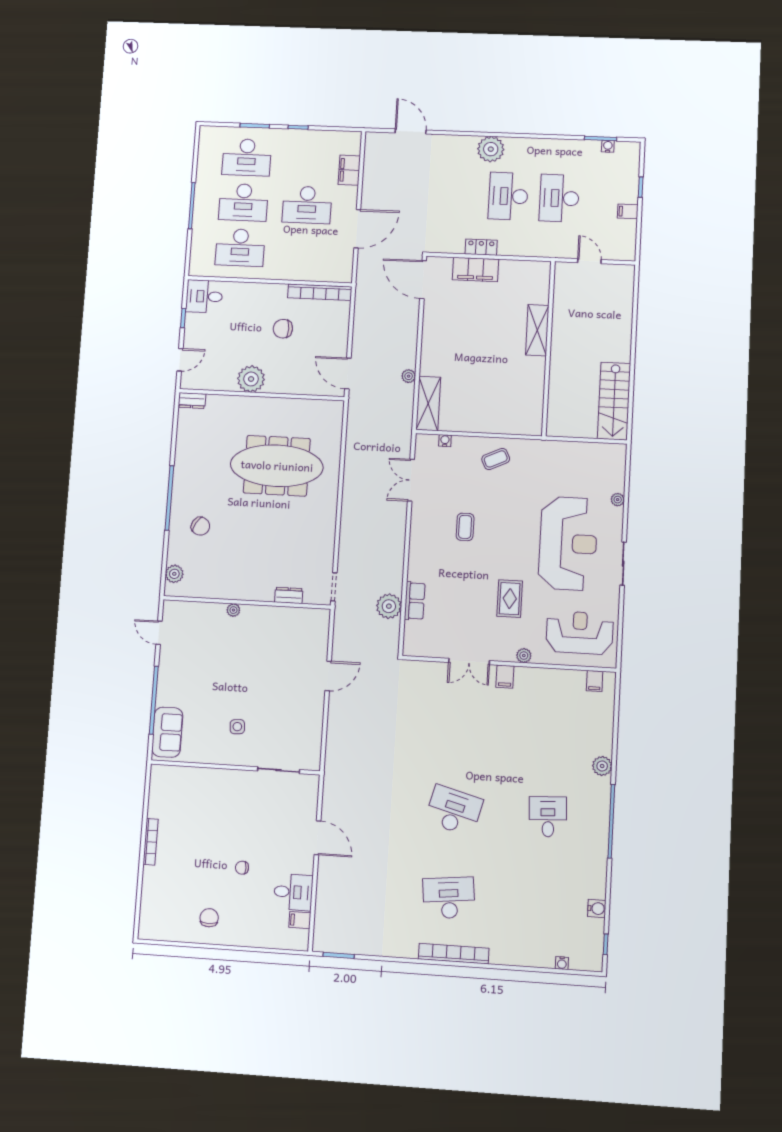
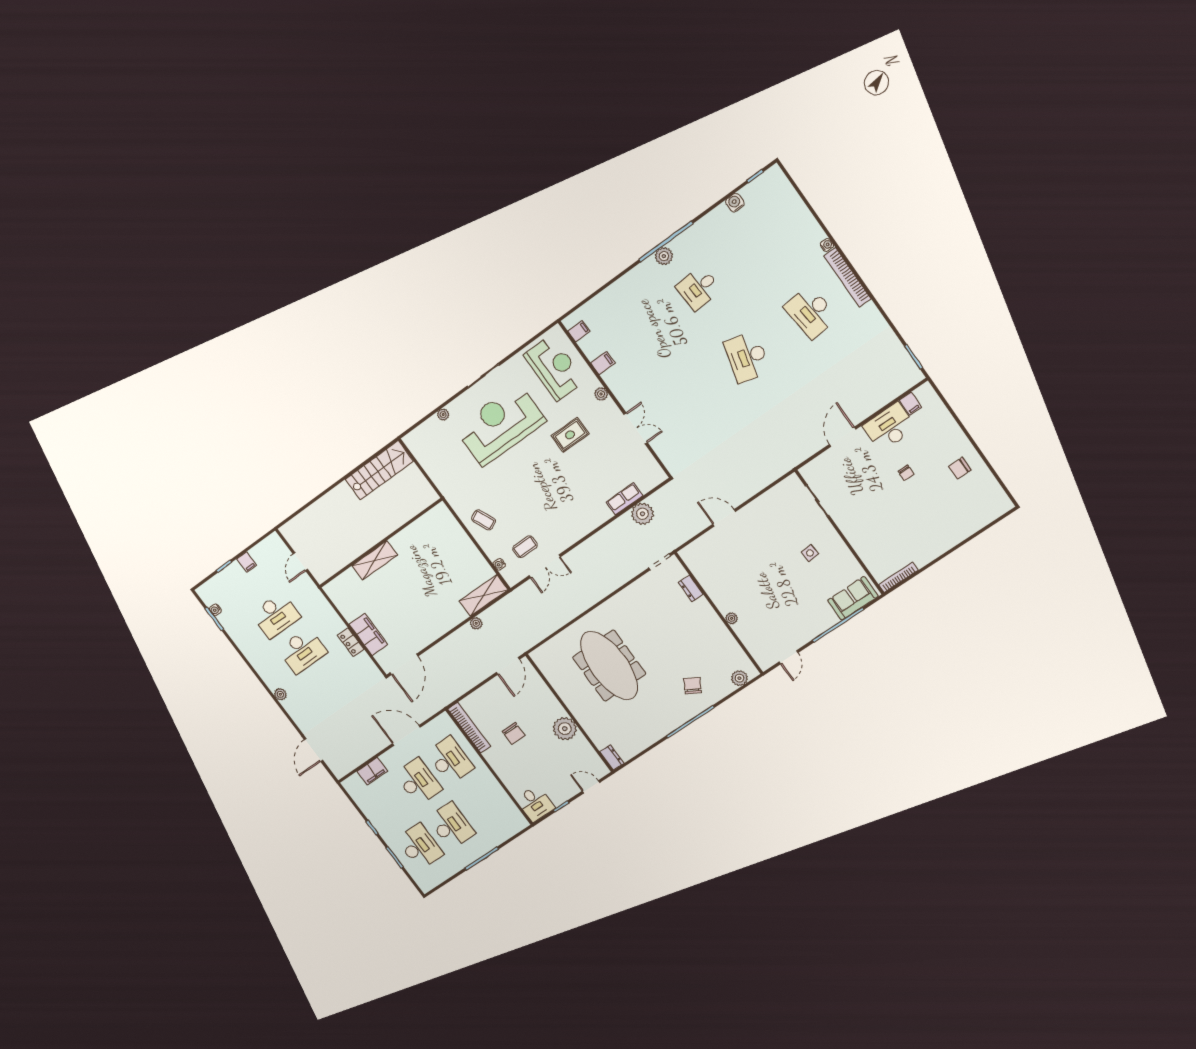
plant: (491, 149) -> (280, 694), width x0.53, depth x0.53
desk: (240, 248) -> (450, 760), moved
coffee table: (465, 527) -> (525, 547), moved
reception desk: (580, 633) -> (554, 368), turned 180
filing cabinet: (505, 677) -> (603, 363), moved
plant: (602, 766) -> (664, 256), moved
bookcase: (151, 842) -> (898, 577), moved
desk: (293, 892) -> (889, 427), width x1.37
water cooler: (562, 963) -> (827, 245), moved

